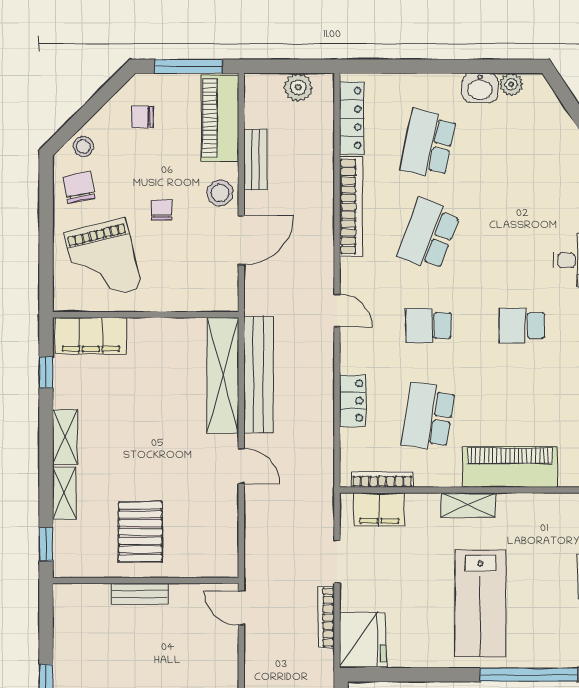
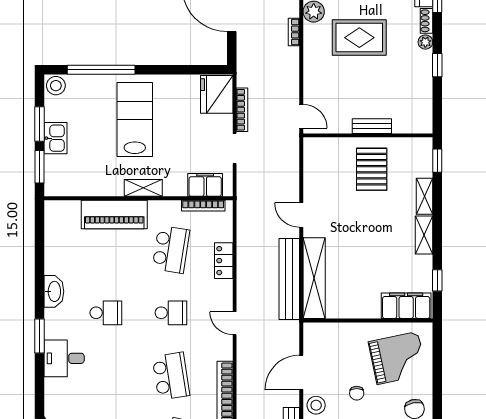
school desk: (428, 235) -> (171, 376), turned -30
grand piano: (103, 261) -> (398, 358), turned 92

